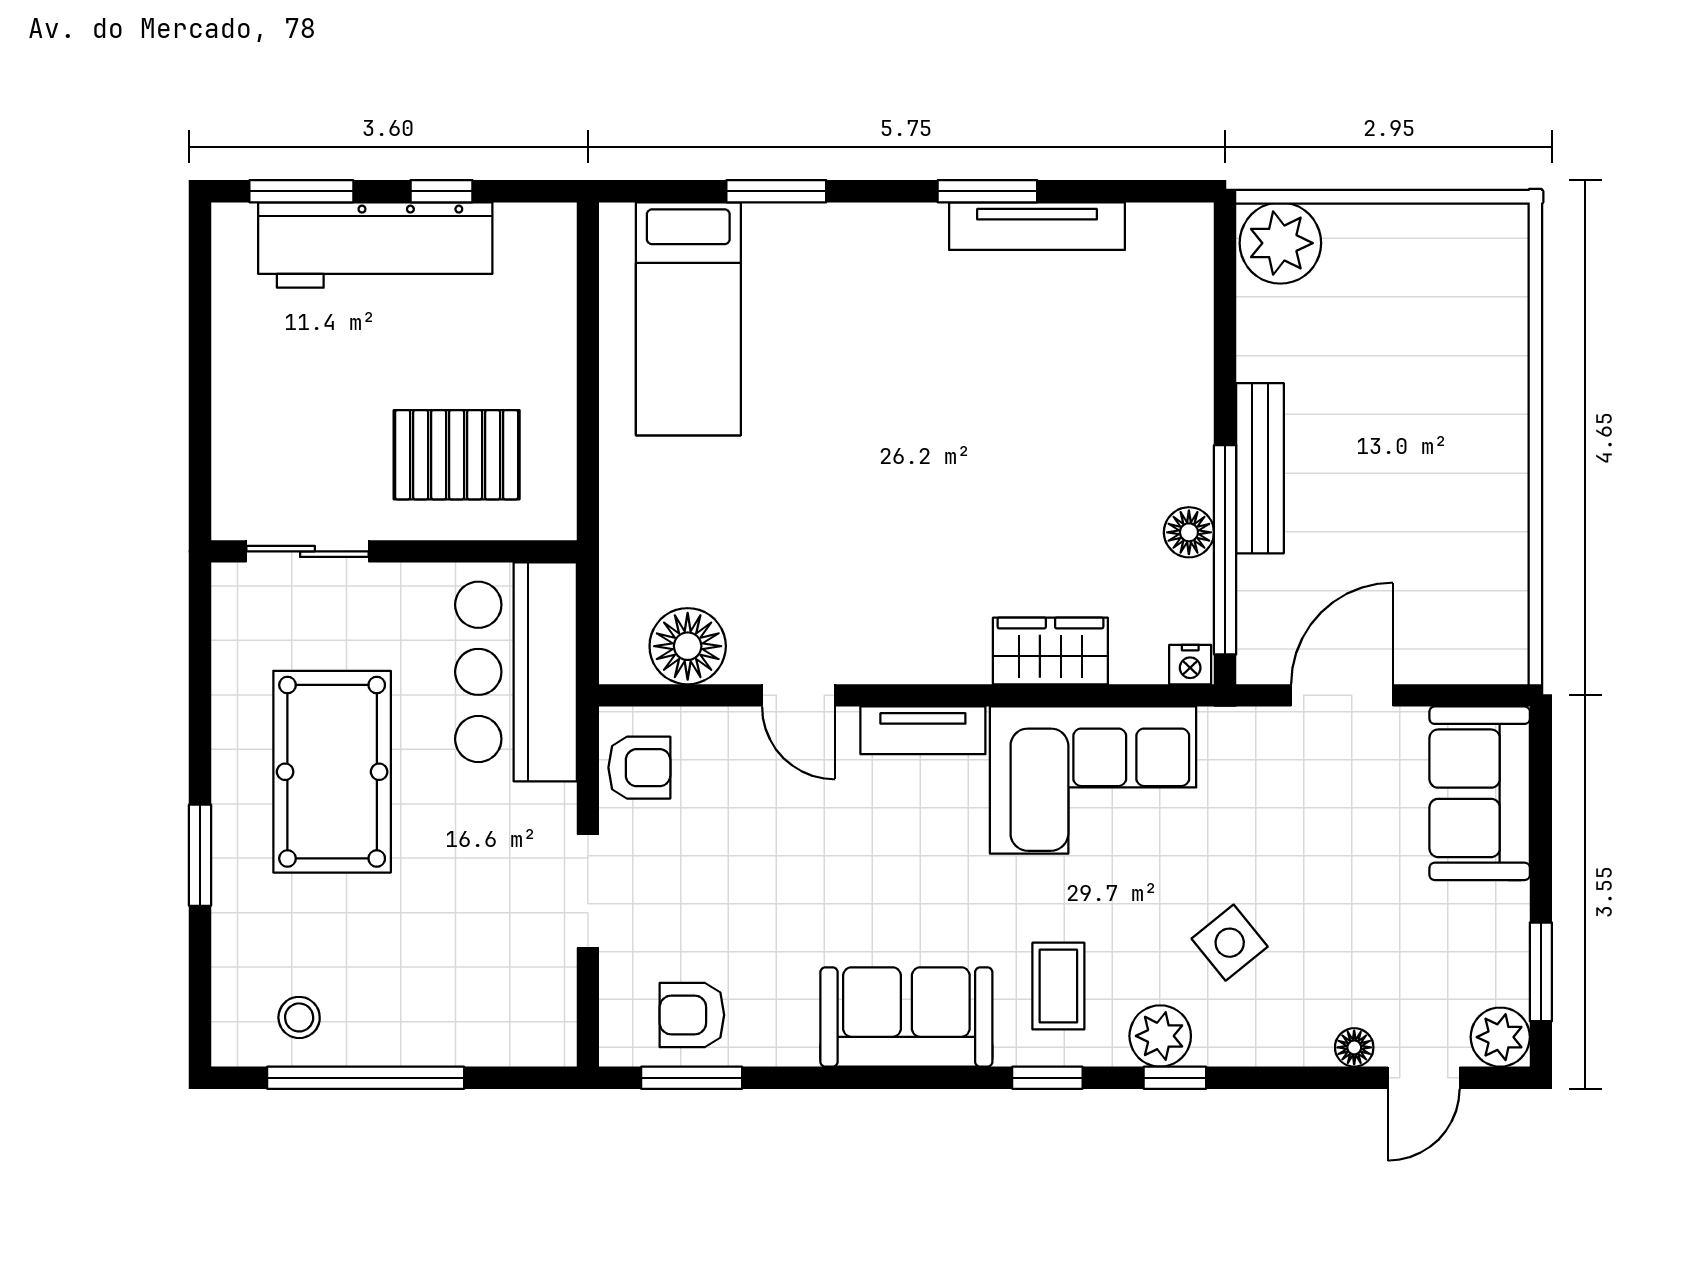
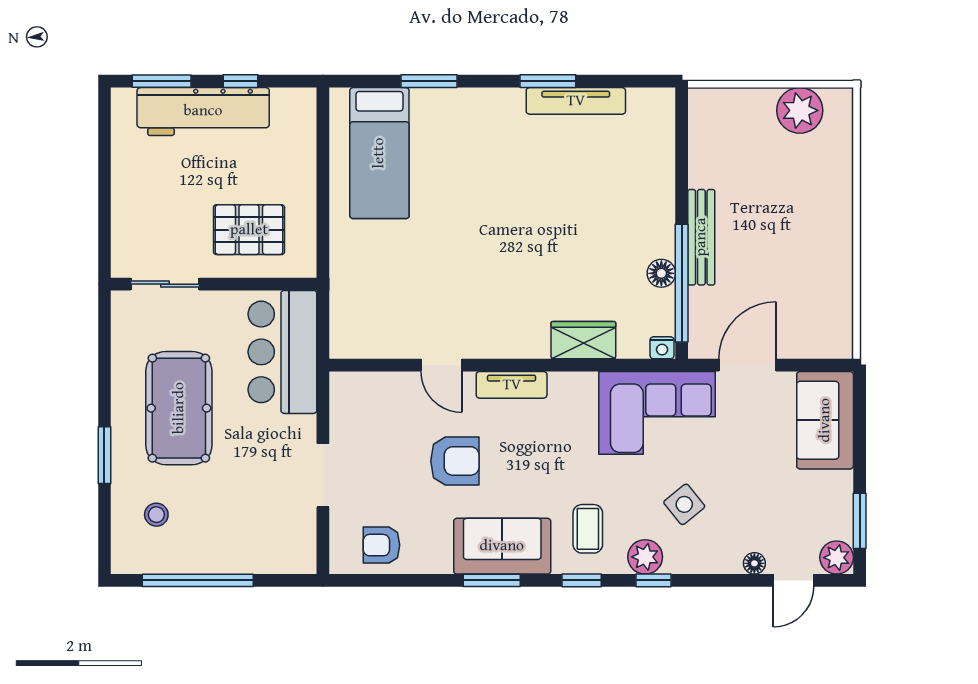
plant: (1280, 243) -> (800, 110), moved
floor lamp: (688, 646) -> (379, 337), removed
armchair: (639, 768) -> (455, 461), moved, width x1.38, depth x1.38
corner sofa: (1093, 780) -> (657, 413), moved
stool: (299, 1017) -> (156, 515), moved
window: (692, 1078) -> (492, 580), moved

